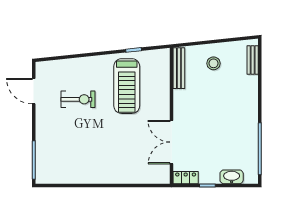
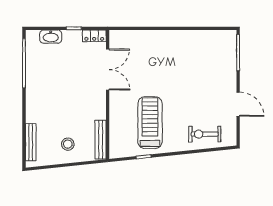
bench: (253, 60) -> (31, 142), width x1.36
door: (34, 91) -> (238, 104), moved
exercise bike: (78, 99) -> (205, 134), moved

